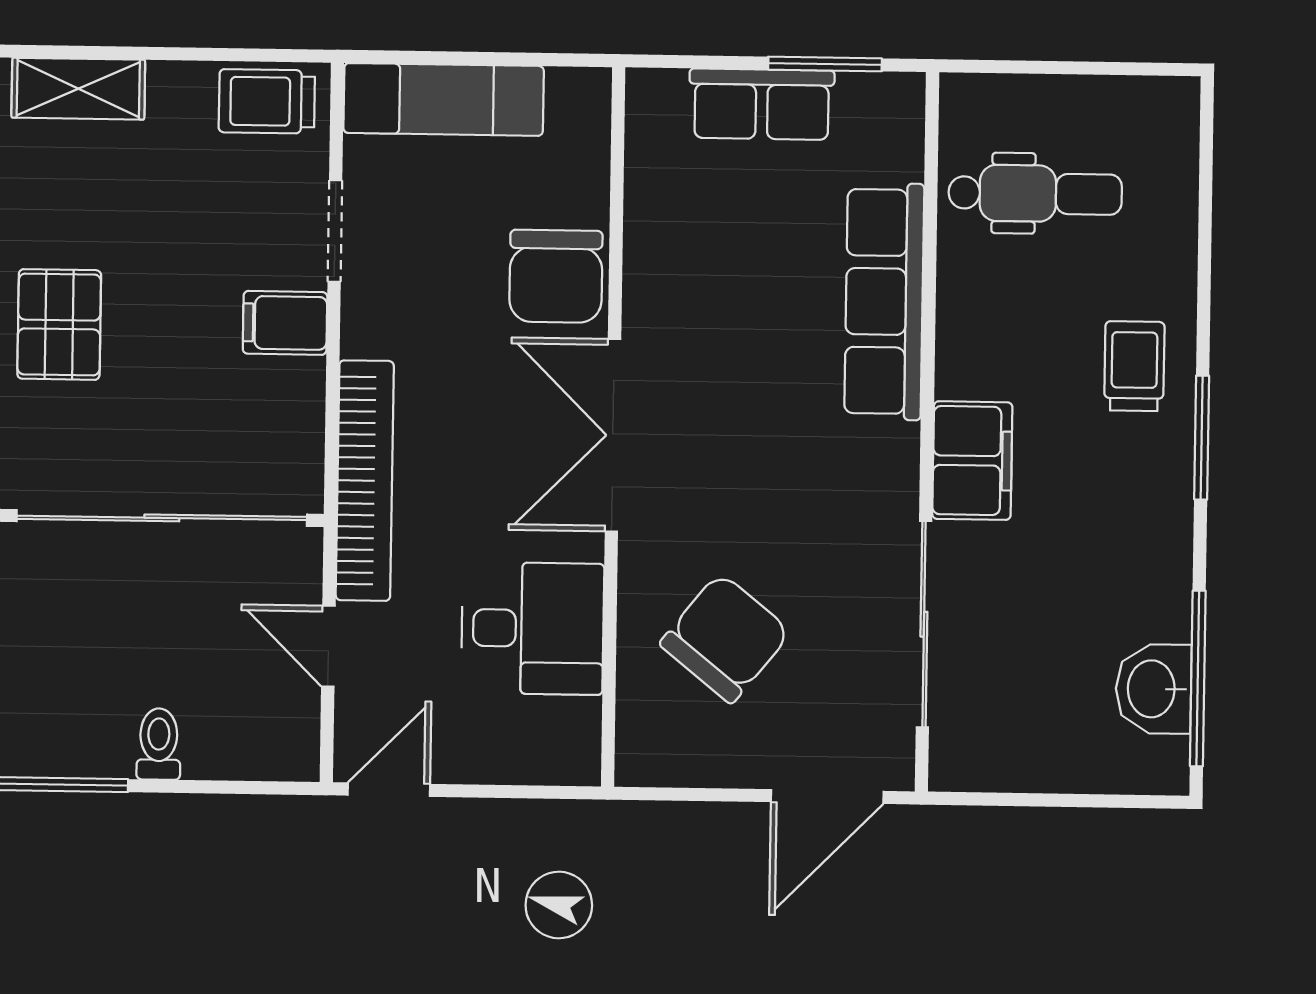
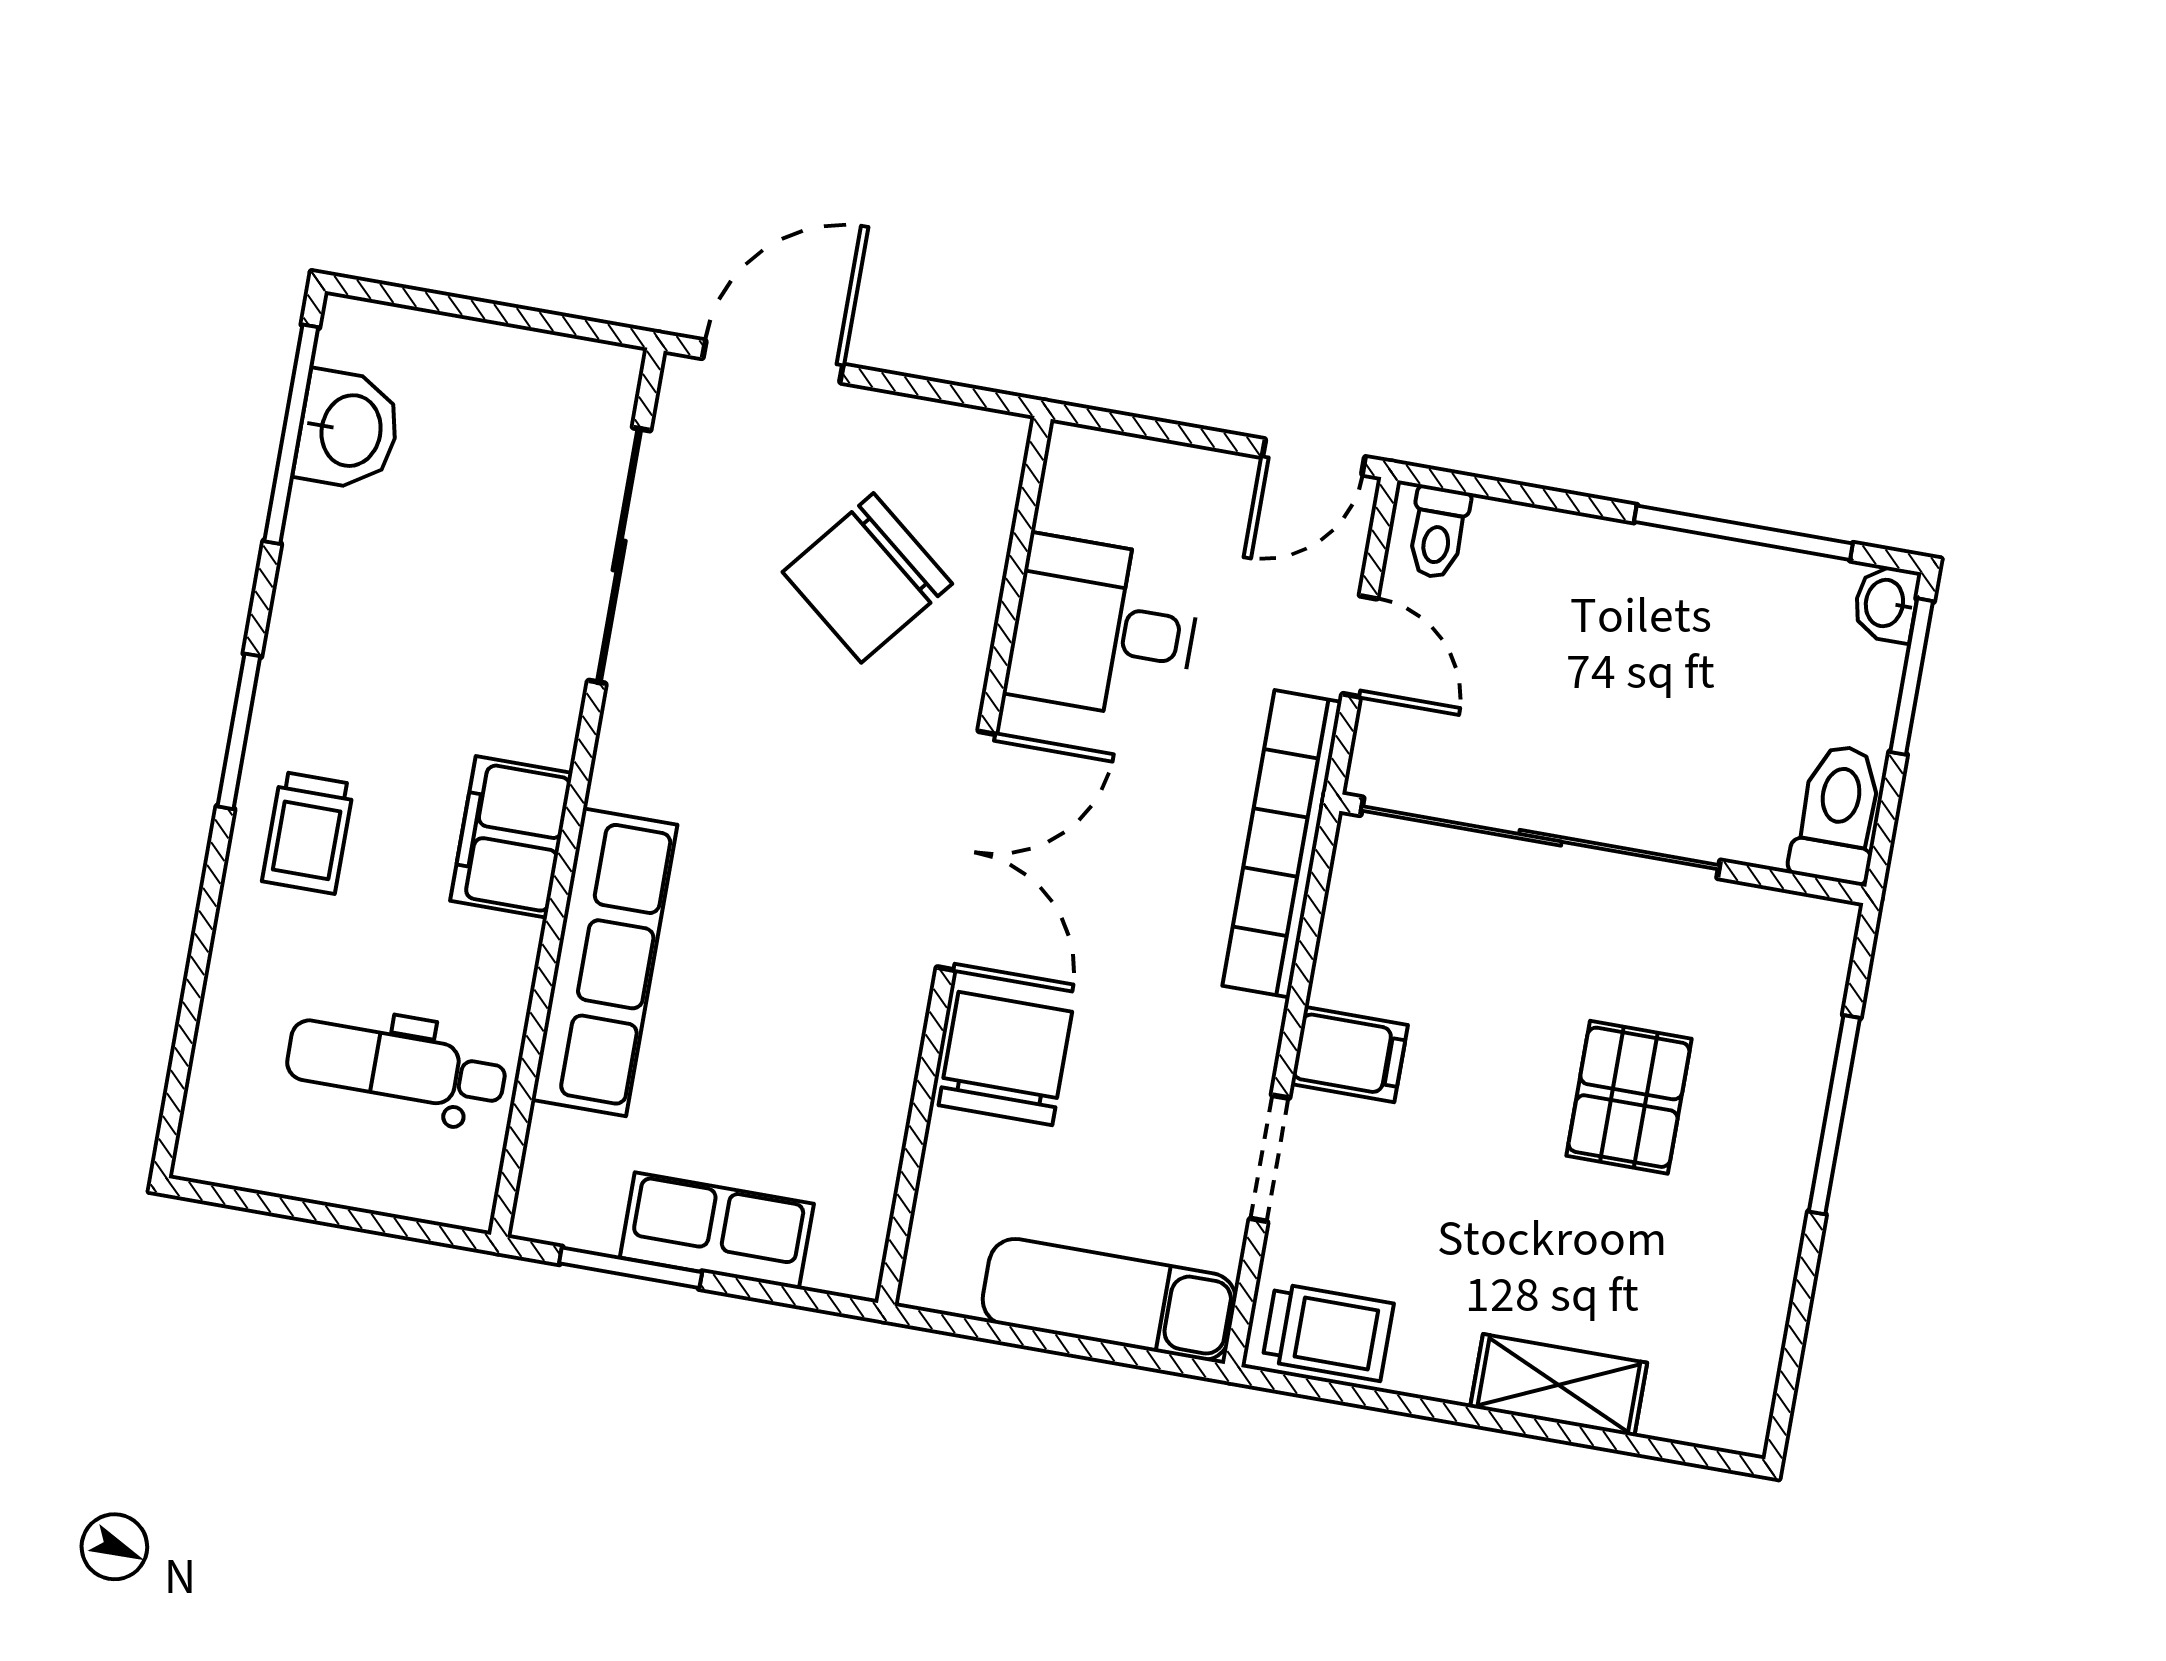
filing cabinet: (972, 461) -> (511, 837), moved
toilet: (159, 744) -> (1438, 532), moved

